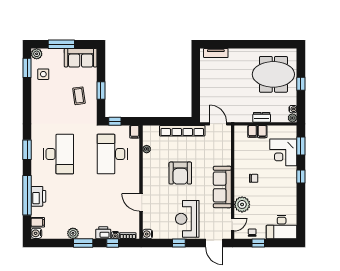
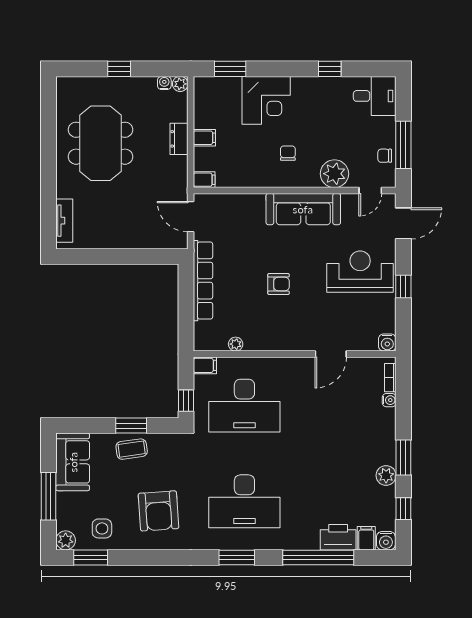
meeting table: (273, 74) -> (101, 143), moved
coffee table: (79, 96) -> (132, 449), moved
armchair: (53, 106) -> (158, 511), added
door: (218, 124) -> (191, 217), hinge flipped
filing cabinet: (252, 131) -> (204, 180), moved
corner desk: (283, 152) -> (266, 100), moved
desk: (59, 154) -> (244, 501), turned 180
armchair: (180, 173) -> (279, 284), width x0.53, depth x0.53
window: (301, 177) -> (330, 69), moved
printer: (38, 196) -> (338, 537), moved
reception desk: (187, 219) -> (360, 272), turned 180
door: (233, 225) -> (370, 191), swing flipped
desk: (282, 227) -> (375, 96), width x0.73
printer: (103, 233) -> (385, 422), removed
window: (113, 243) -> (403, 509), moved
window: (258, 243) -> (403, 145), width x2.17

